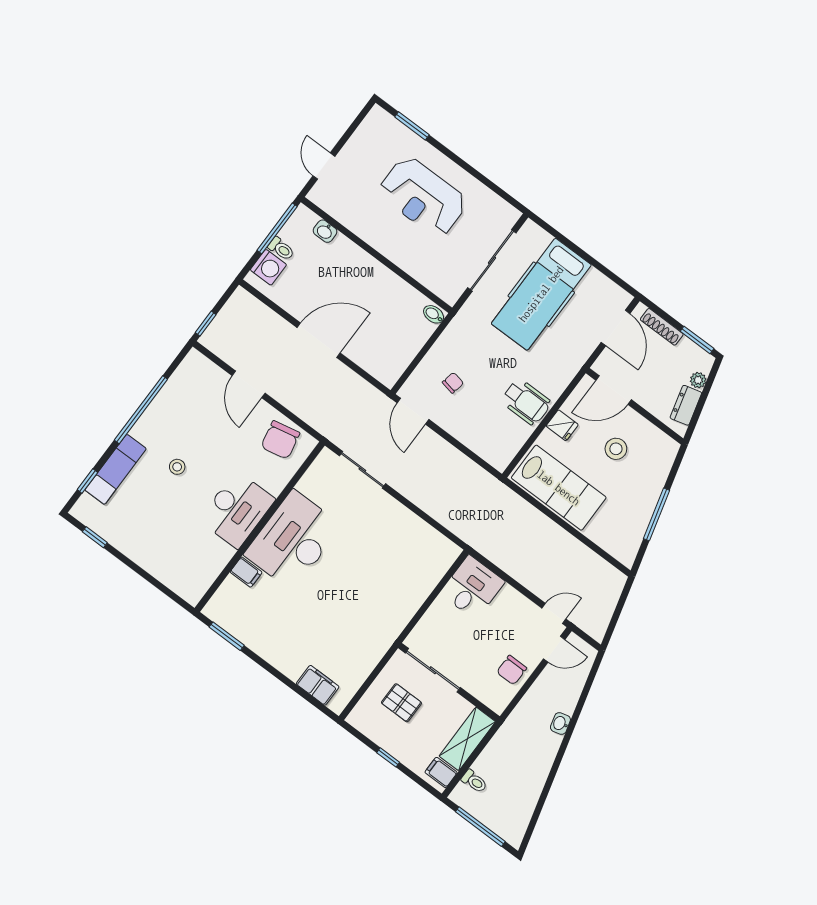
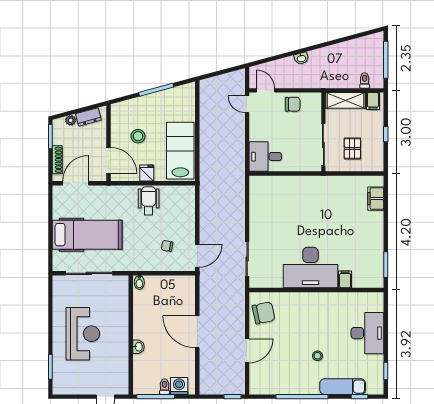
washbasin: (325, 231) -> (138, 347), moved
desk: (237, 510) -> (367, 333), moved, turned 90

